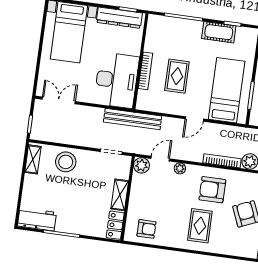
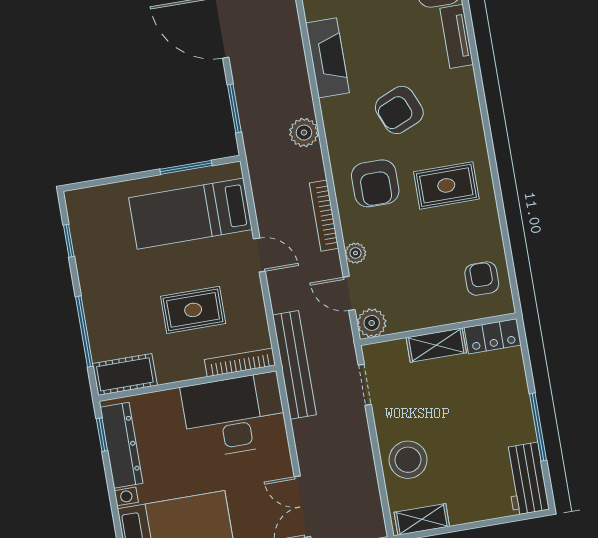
cot: (219, 32) -> (125, 374), moved, turned 90
bookcase: (145, 71) -> (240, 362), moved
bookcase: (222, 161) -> (324, 216), moved

